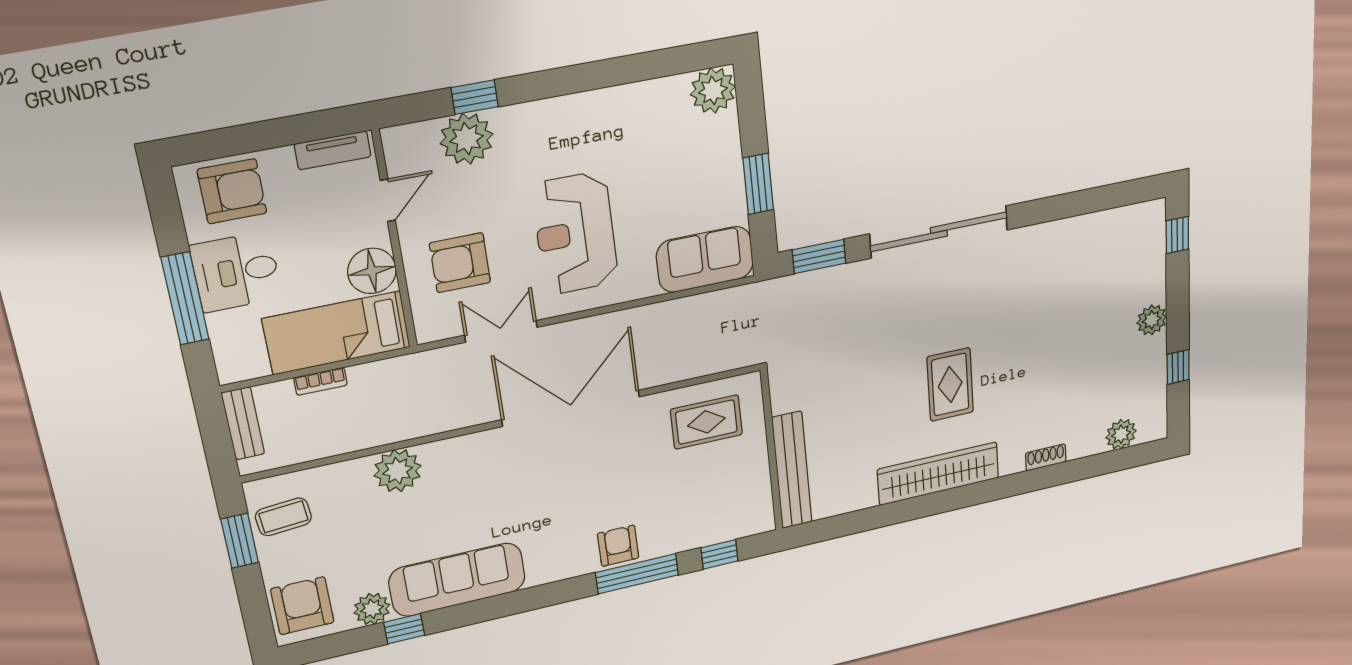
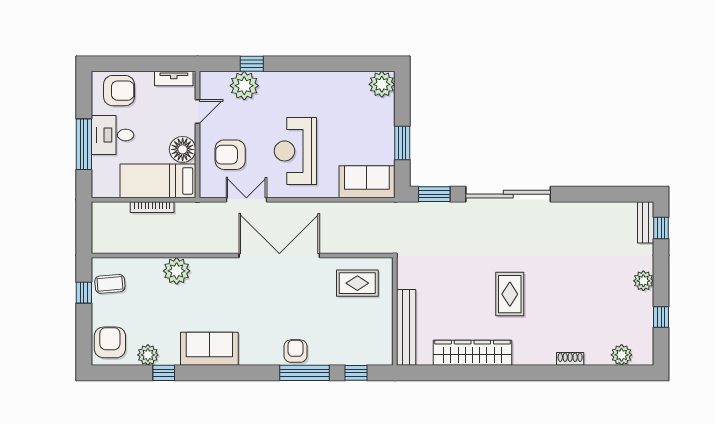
bookcase: (320, 381) -> (152, 207), width x1.56
bench: (243, 423) -> (646, 222), moved
wardrobe: (938, 474) -> (472, 353), moved
window: (240, 541) -> (84, 293), width x0.67
sofa: (457, 580) -> (209, 349), width x0.73

